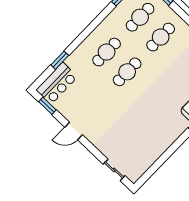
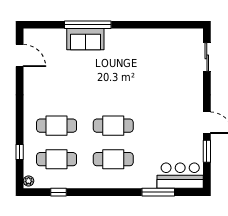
window: (60, 60) -> (158, 192), width x1.44
window: (47, 106) -> (207, 151), moved

